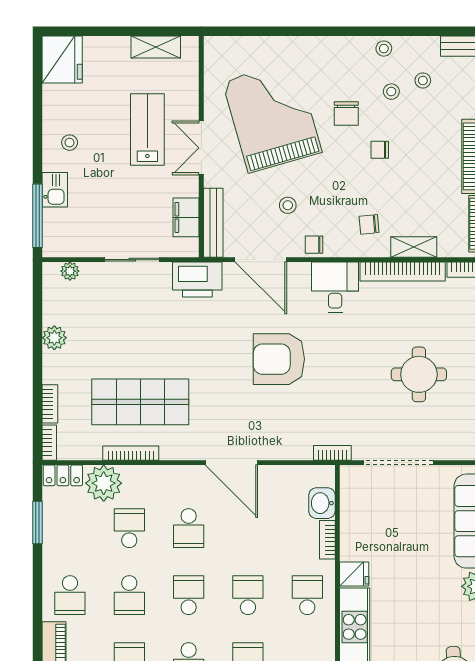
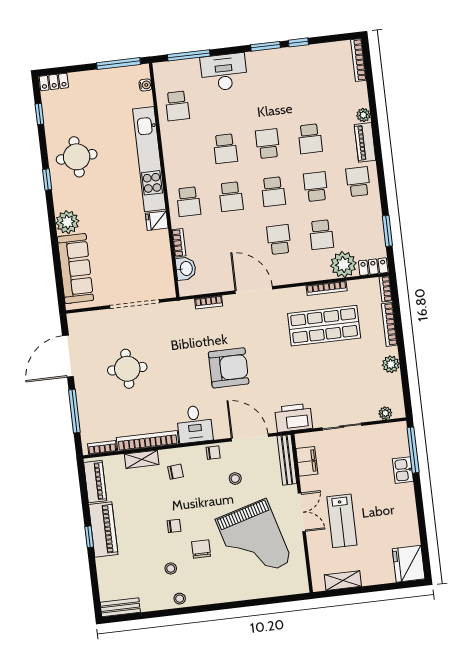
stool: (423, 80) -> (149, 579), removed
stool: (70, 143) -> (396, 505), removed
bookcase: (50, 404) -> (389, 324), width x1.56
bookcase: (332, 453) -> (209, 302), moved

